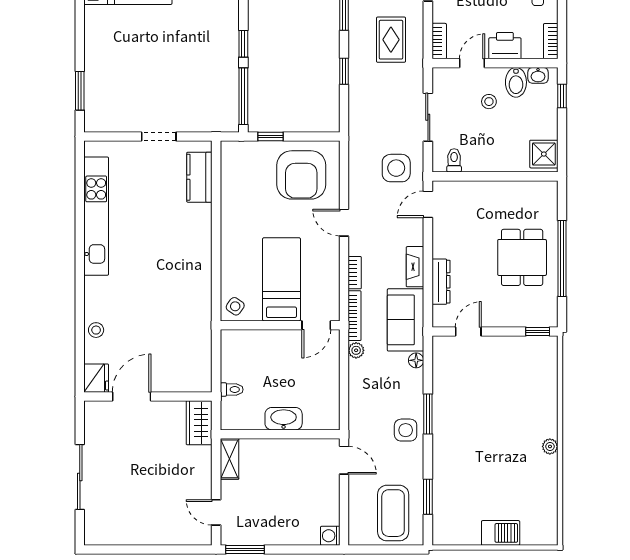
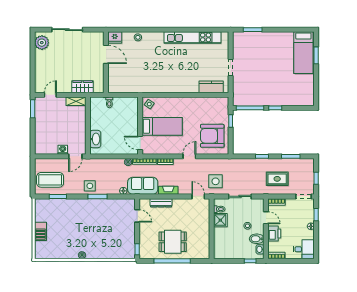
shower: (544, 154) -> (220, 220), moved
washbasin: (284, 419) -> (95, 139), moved
wardrobe: (199, 423) -> (83, 87), moved
plant: (107, 530) -> (42, 43), added
washing machine: (330, 536) -> (63, 150), moved

